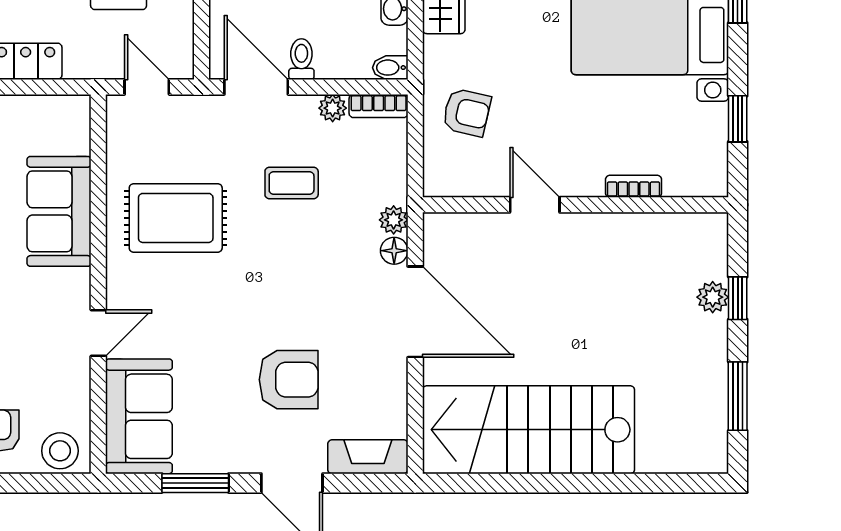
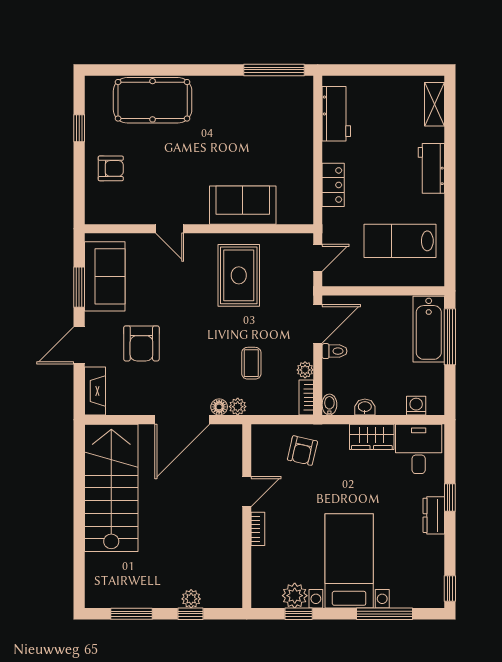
plant: (707, 125) -> (295, 596), added
coffee table: (292, 183) -> (251, 363), moved
bookcase: (634, 186) -> (258, 529), moved
sofa: (139, 416) -> (105, 276), moved, turned -90
stool: (60, 451) -> (99, 206), removed

